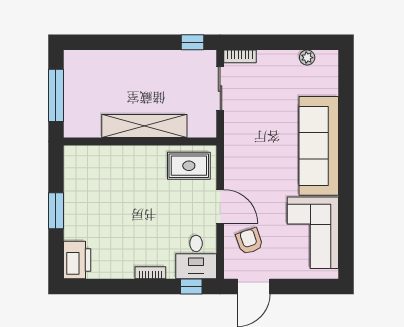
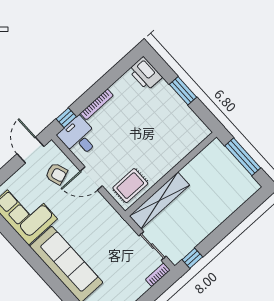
shelving: (144, 126) -> (160, 200), moved
bookcase: (150, 273) -> (97, 104), width x1.56

